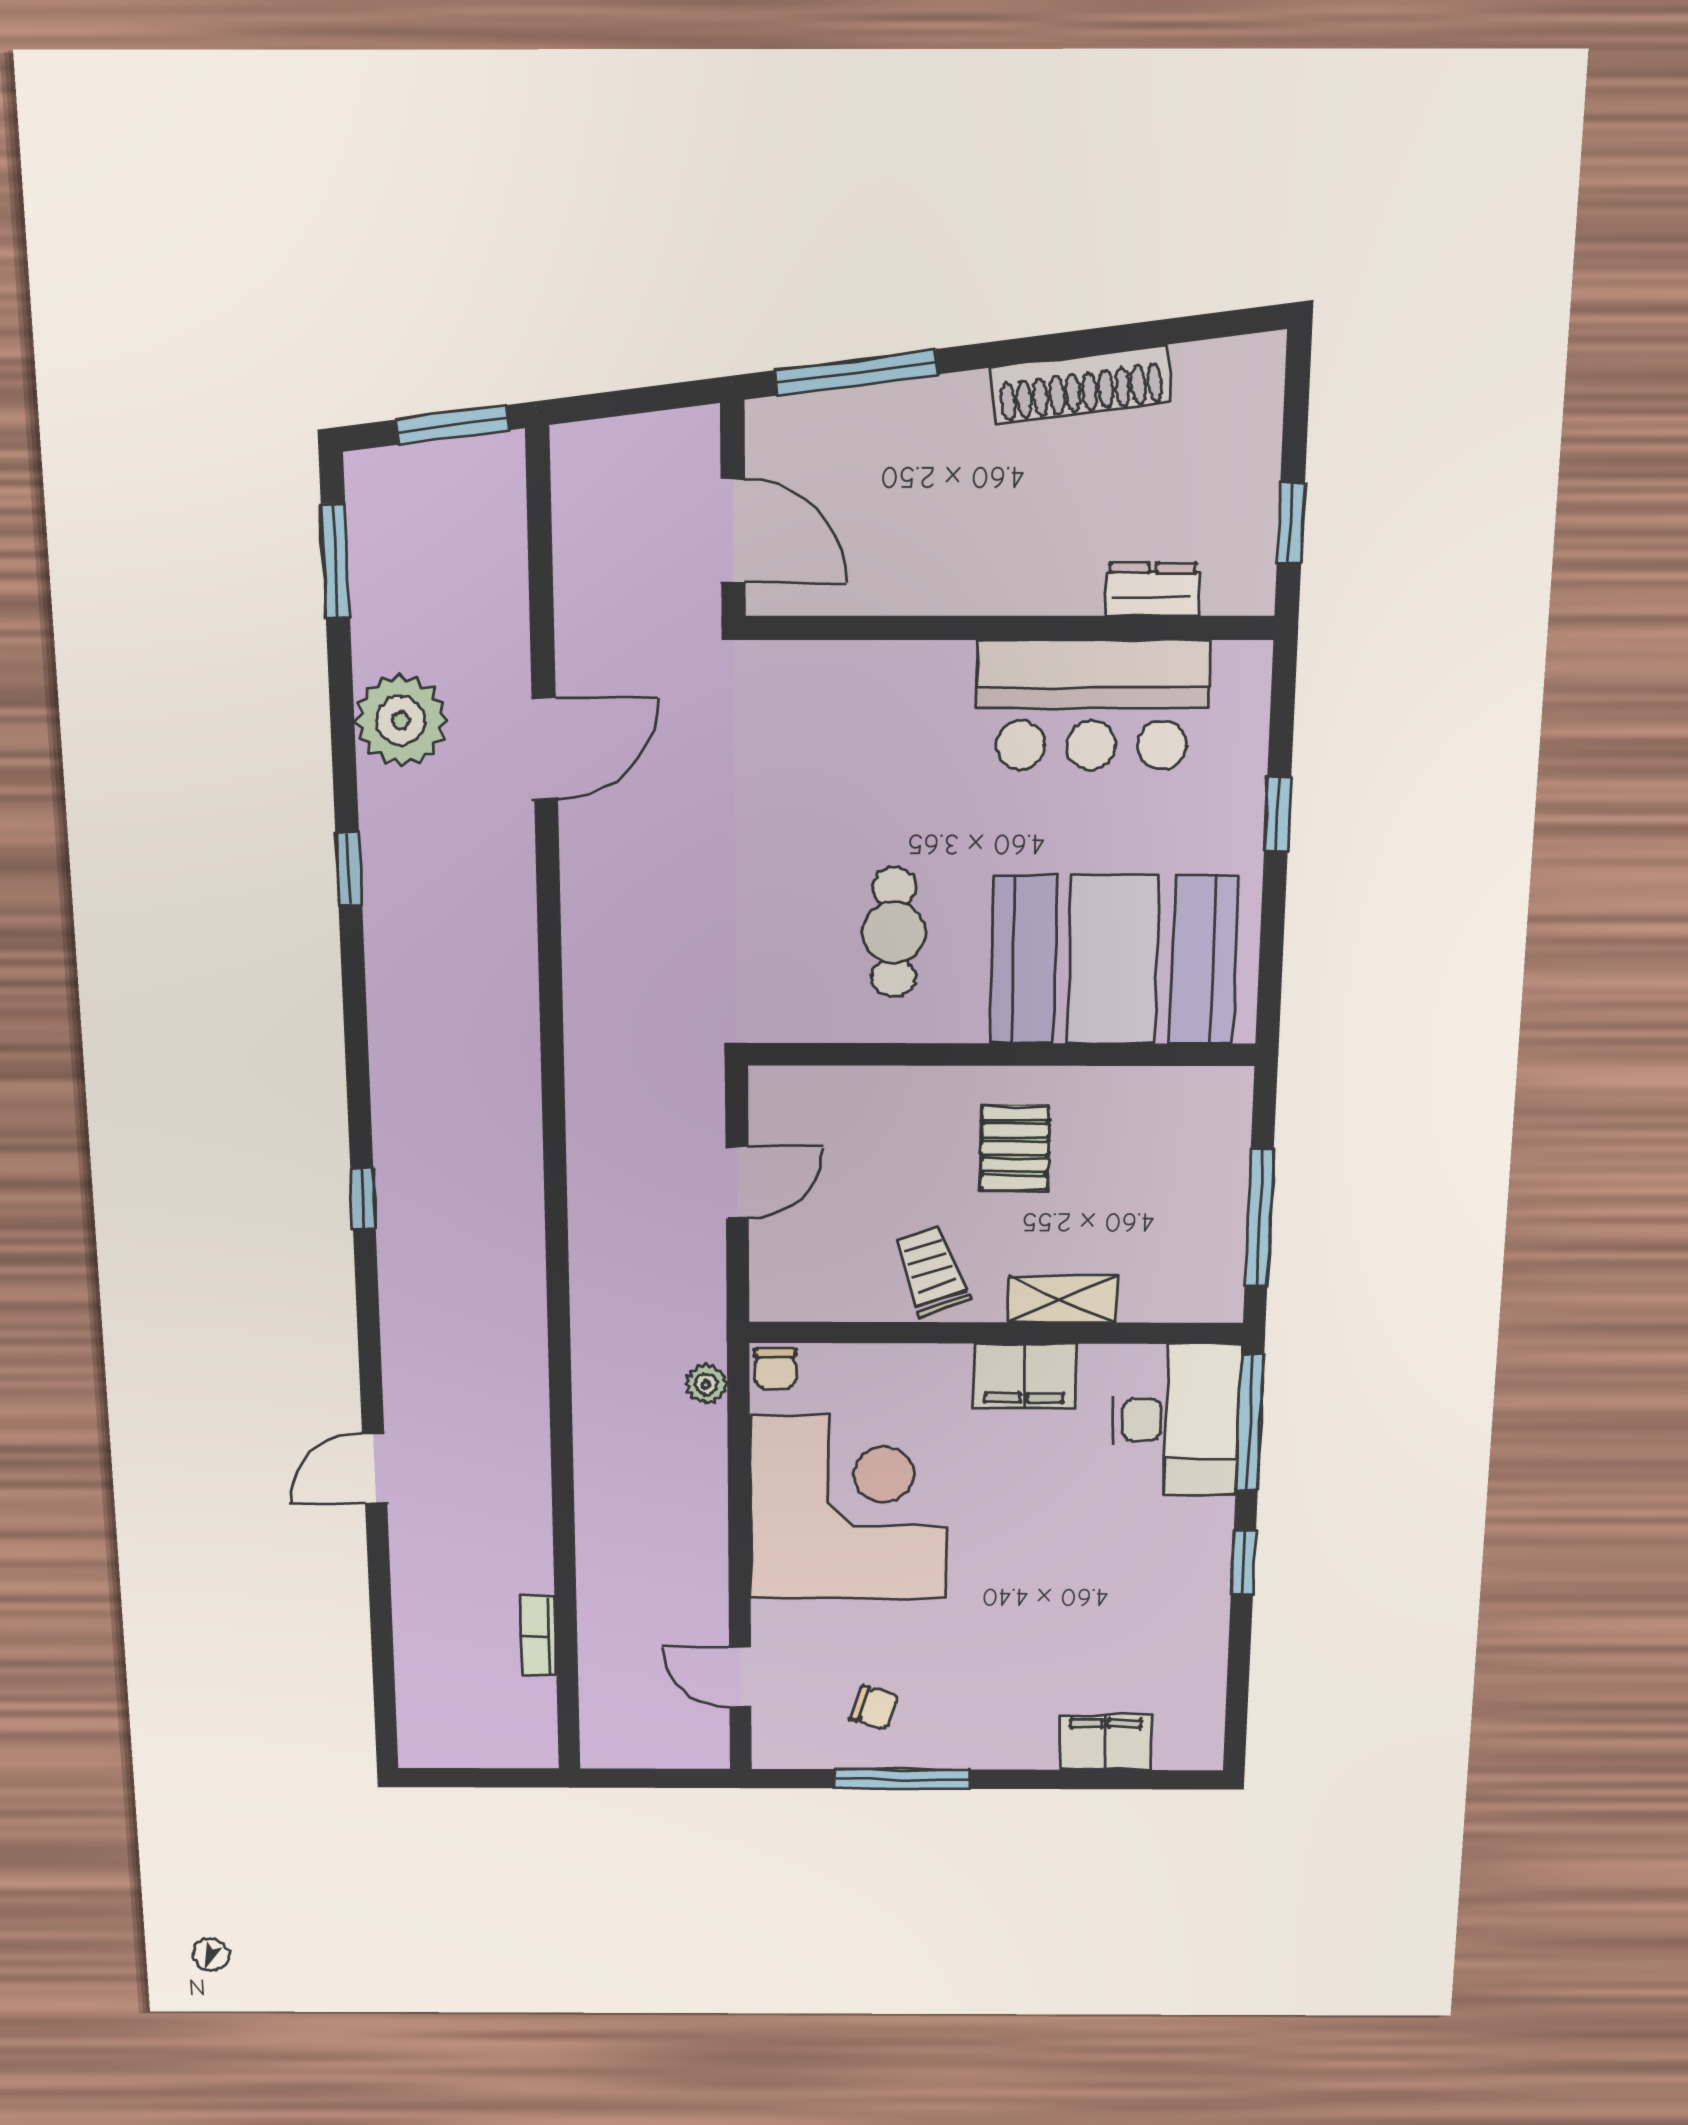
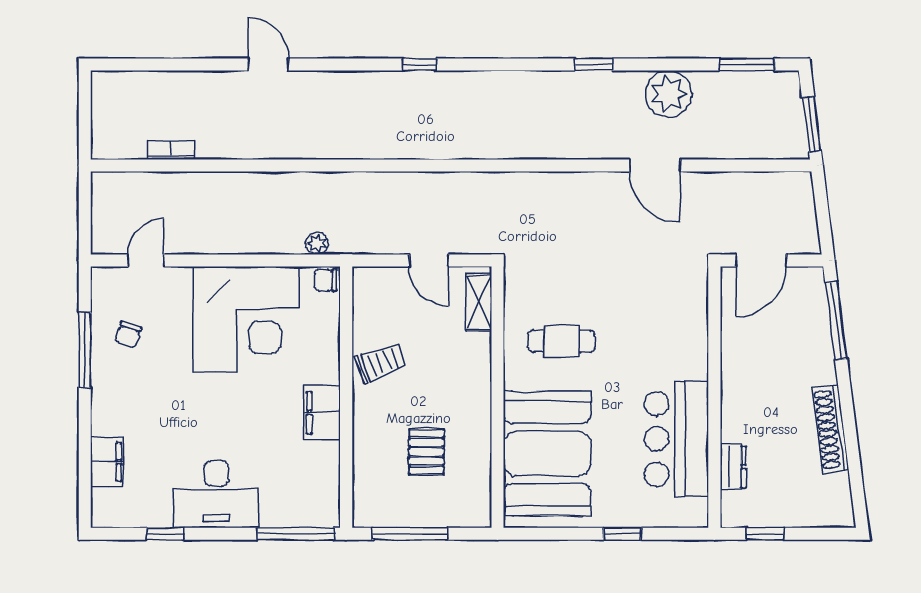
pallet: (1015, 1148) -> (426, 452), moved, turned 90
shelving: (1063, 1299) -> (479, 302), moved
desk: (1176, 1420) -> (216, 494), moved
window: (1243, 1563) -> (165, 534), moved

